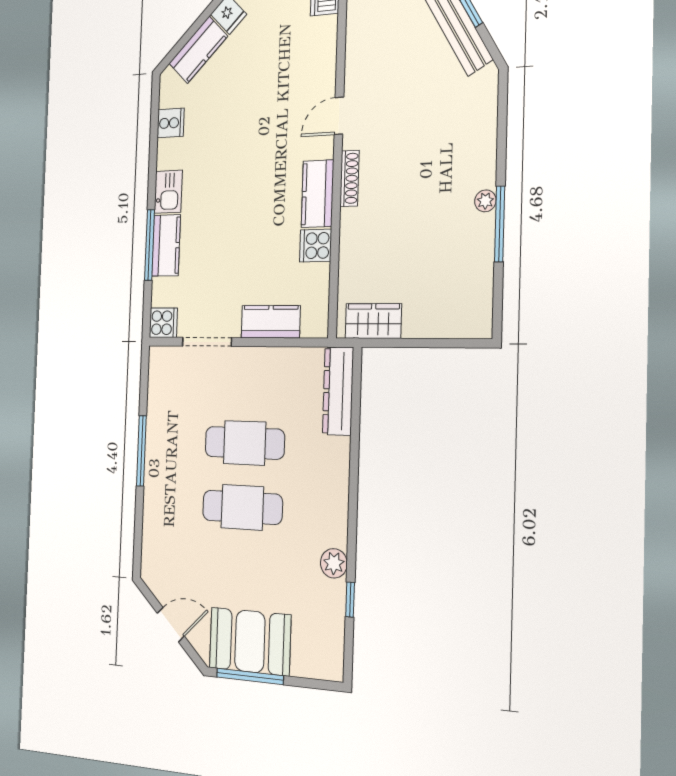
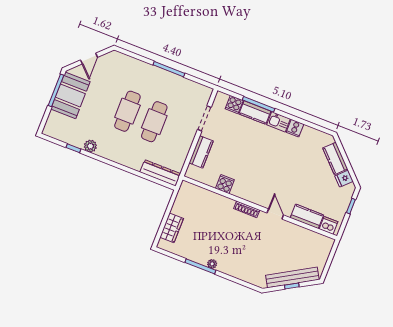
cooker: (171, 123) -> (295, 128), moved
kitchen counter: (317, 194) -> (307, 216), moved
wardrobe: (373, 321) -> (172, 228), moved
cooker: (163, 323) -> (234, 105), moved

